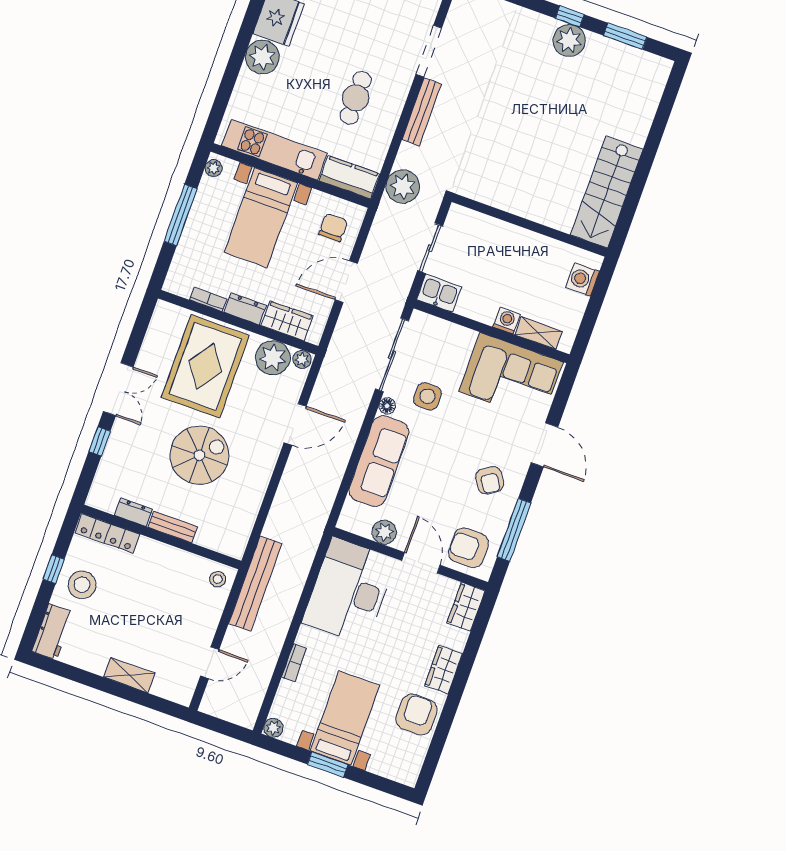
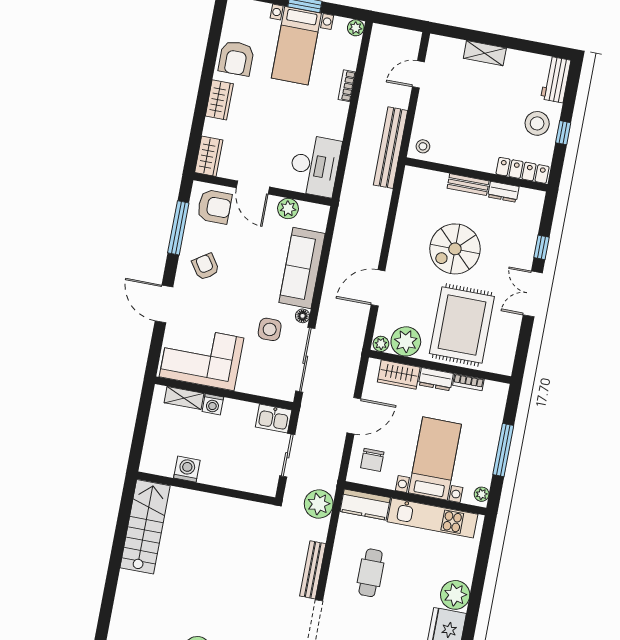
washing machine: (583, 279) -> (187, 469), moved, turned -90
desk: (349, 591) -> (315, 166), width x0.73, depth x0.77

